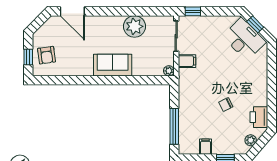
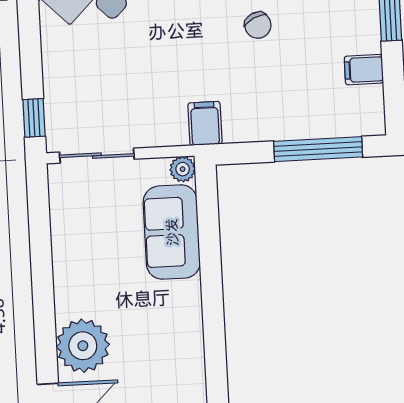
plant: (134, 26) -> (83, 346), moved
filing cabinet: (187, 61) -> (205, 123), moved
sofa: (113, 65) -> (172, 232), moved

